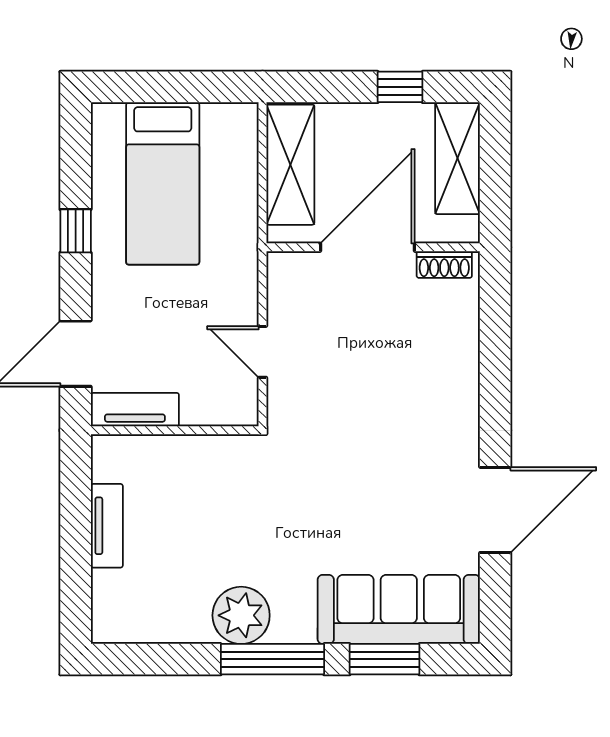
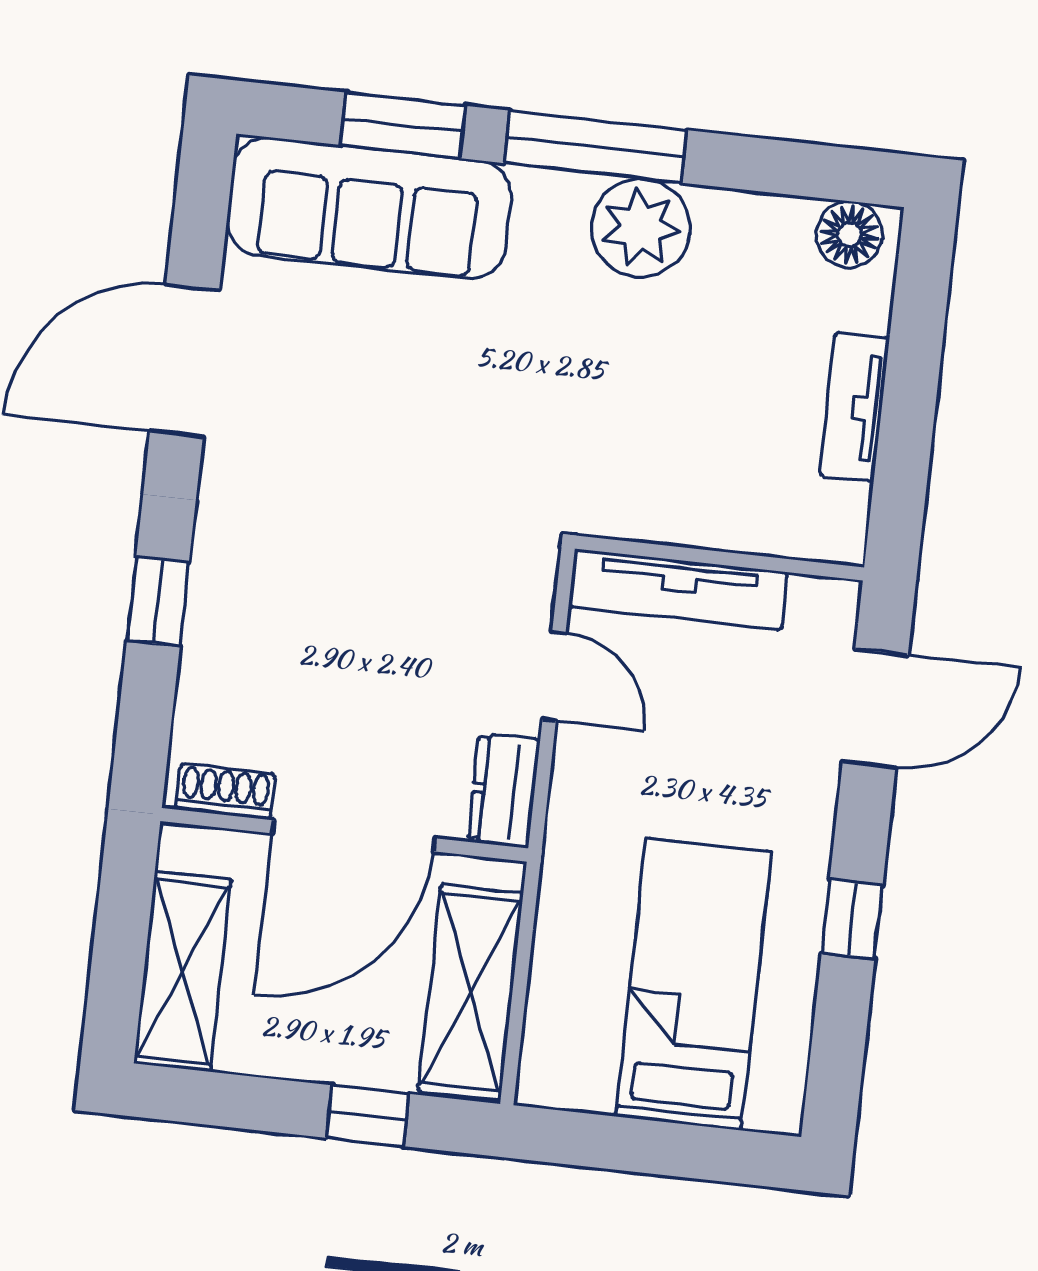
window: (400, 87) -> (368, 1116), moved
dresser: (284, 283) -> (504, 791), added
window: (495, 370) -> (158, 602), added
tv unit: (135, 410) -> (678, 589), moved, width x1.41
floor lamp: (121, 625) -> (849, 234), added

